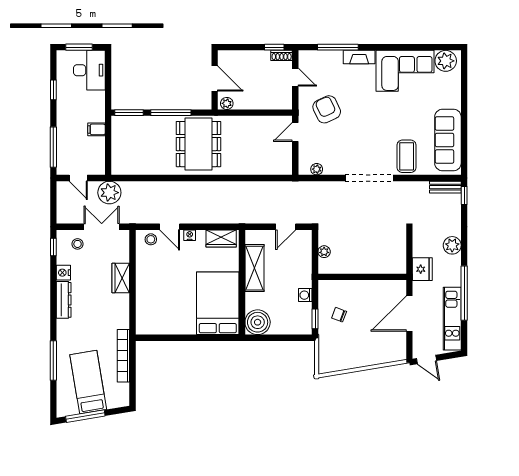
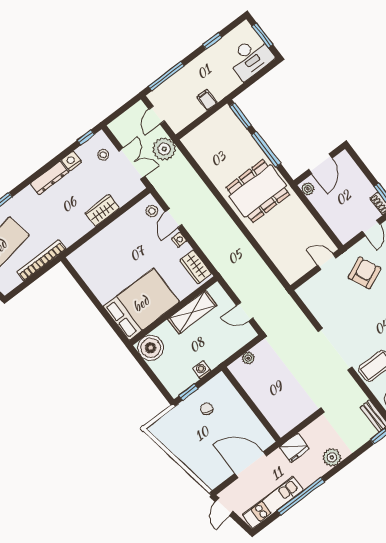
plant: (317, 169) -> (310, 302), removed

